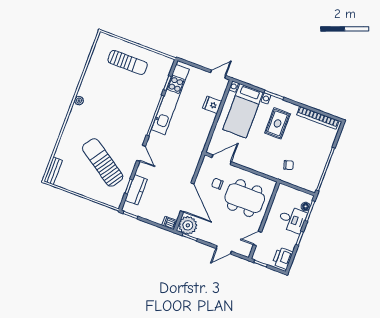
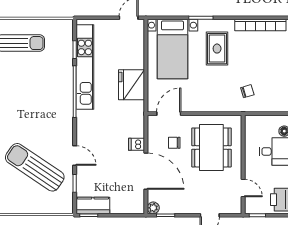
fridge: (212, 105) -> (132, 85), moved, width x1.88, depth x1.34
door: (141, 153) -> (75, 155), moved
kitchen counter: (136, 190) -> (93, 205), moved, turned -90
dining table: (245, 198) -> (211, 147), turned 90
dishwasher: (169, 223) -> (137, 144), moved
plant: (188, 225) -> (153, 208), width x0.53, depth x0.53
door: (257, 239) -> (243, 188), swing flipped

